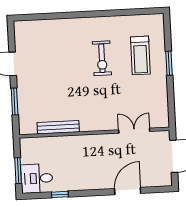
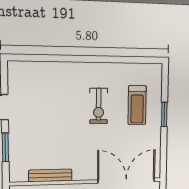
double door: (134, 131) -> (126, 181), width x1.87

